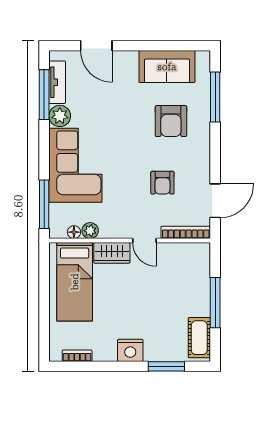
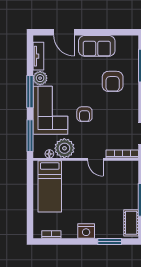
sofa: (167, 67) -> (97, 46), moved
window: (44, 95) -> (30, 92), moved
armchair: (162, 183) -> (84, 114), moved
plant: (90, 231) -> (64, 148), width x1.88, depth x1.88
wardrobe: (112, 253) -> (74, 167), removed

